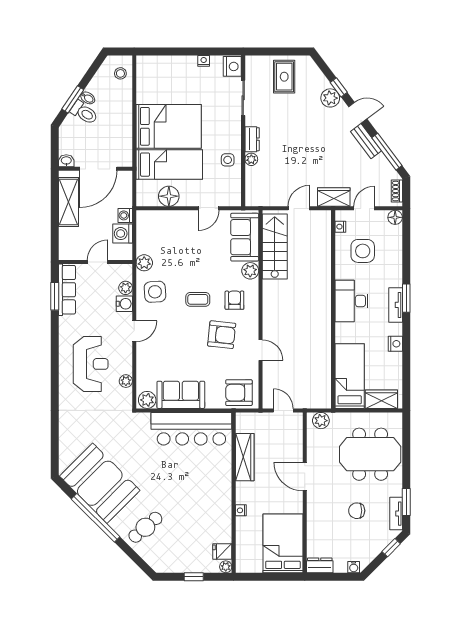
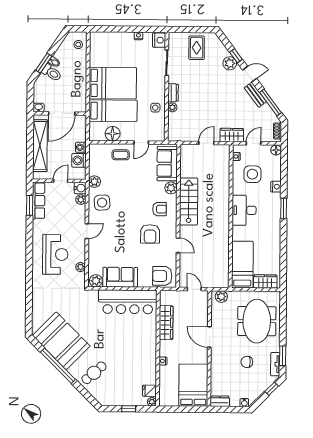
shelving: (69, 202) -> (40, 146), width x1.47
stairs: (275, 247) -> (189, 201), moved
coffee table: (198, 299) -> (121, 155), moved
armchair: (234, 300) -> (160, 209), turned 90
water cooler: (124, 304) -> (80, 188), moved
tv unit: (396, 305) -> (276, 213), removed
armchair: (222, 335) -> (150, 234), turned 84
nightstand: (395, 344) -> (276, 187), moved
meeting table: (370, 454) -> (257, 321), turned 90

